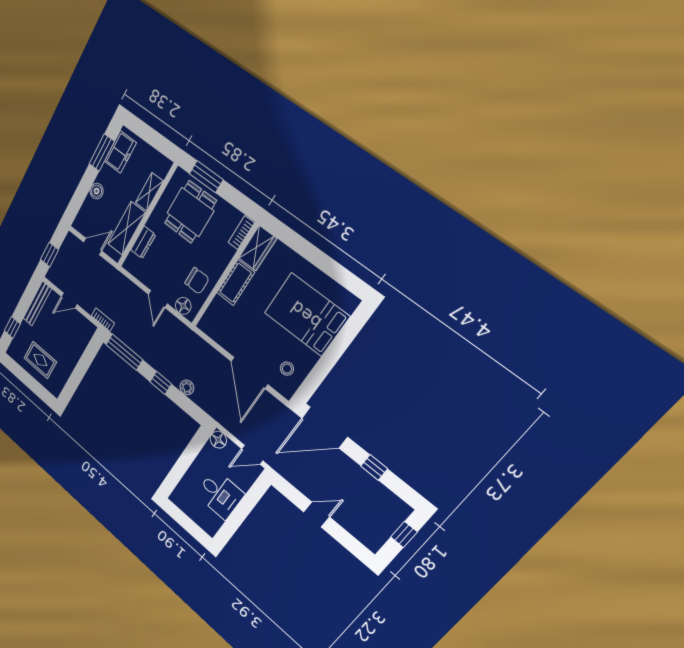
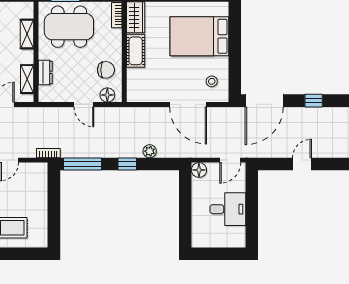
dining table: (190, 212) -> (69, 27), width x1.38
shelving: (127, 228) -> (27, 79), width x0.67, depth x0.75

